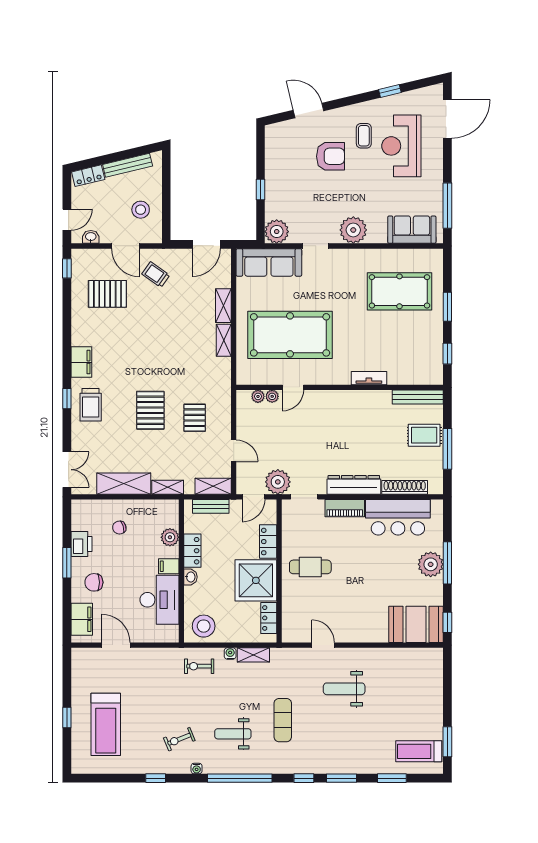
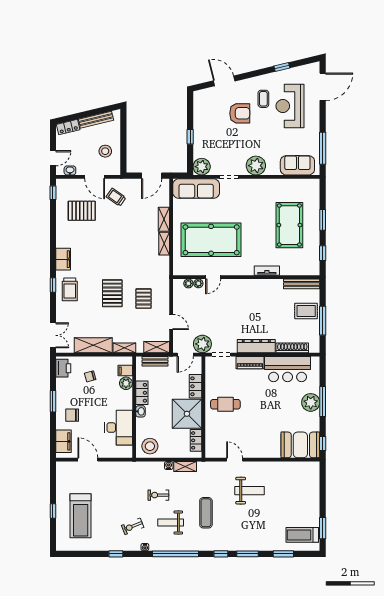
pool table: (399, 291) -> (289, 225), moved, turned 90
printer: (81, 544) -> (63, 368), moved
filing cabinet: (169, 566) -> (125, 371), moved
exercise bike: (199, 666) -> (158, 495), moved
weight bench: (344, 689) -> (249, 491), turned 180

